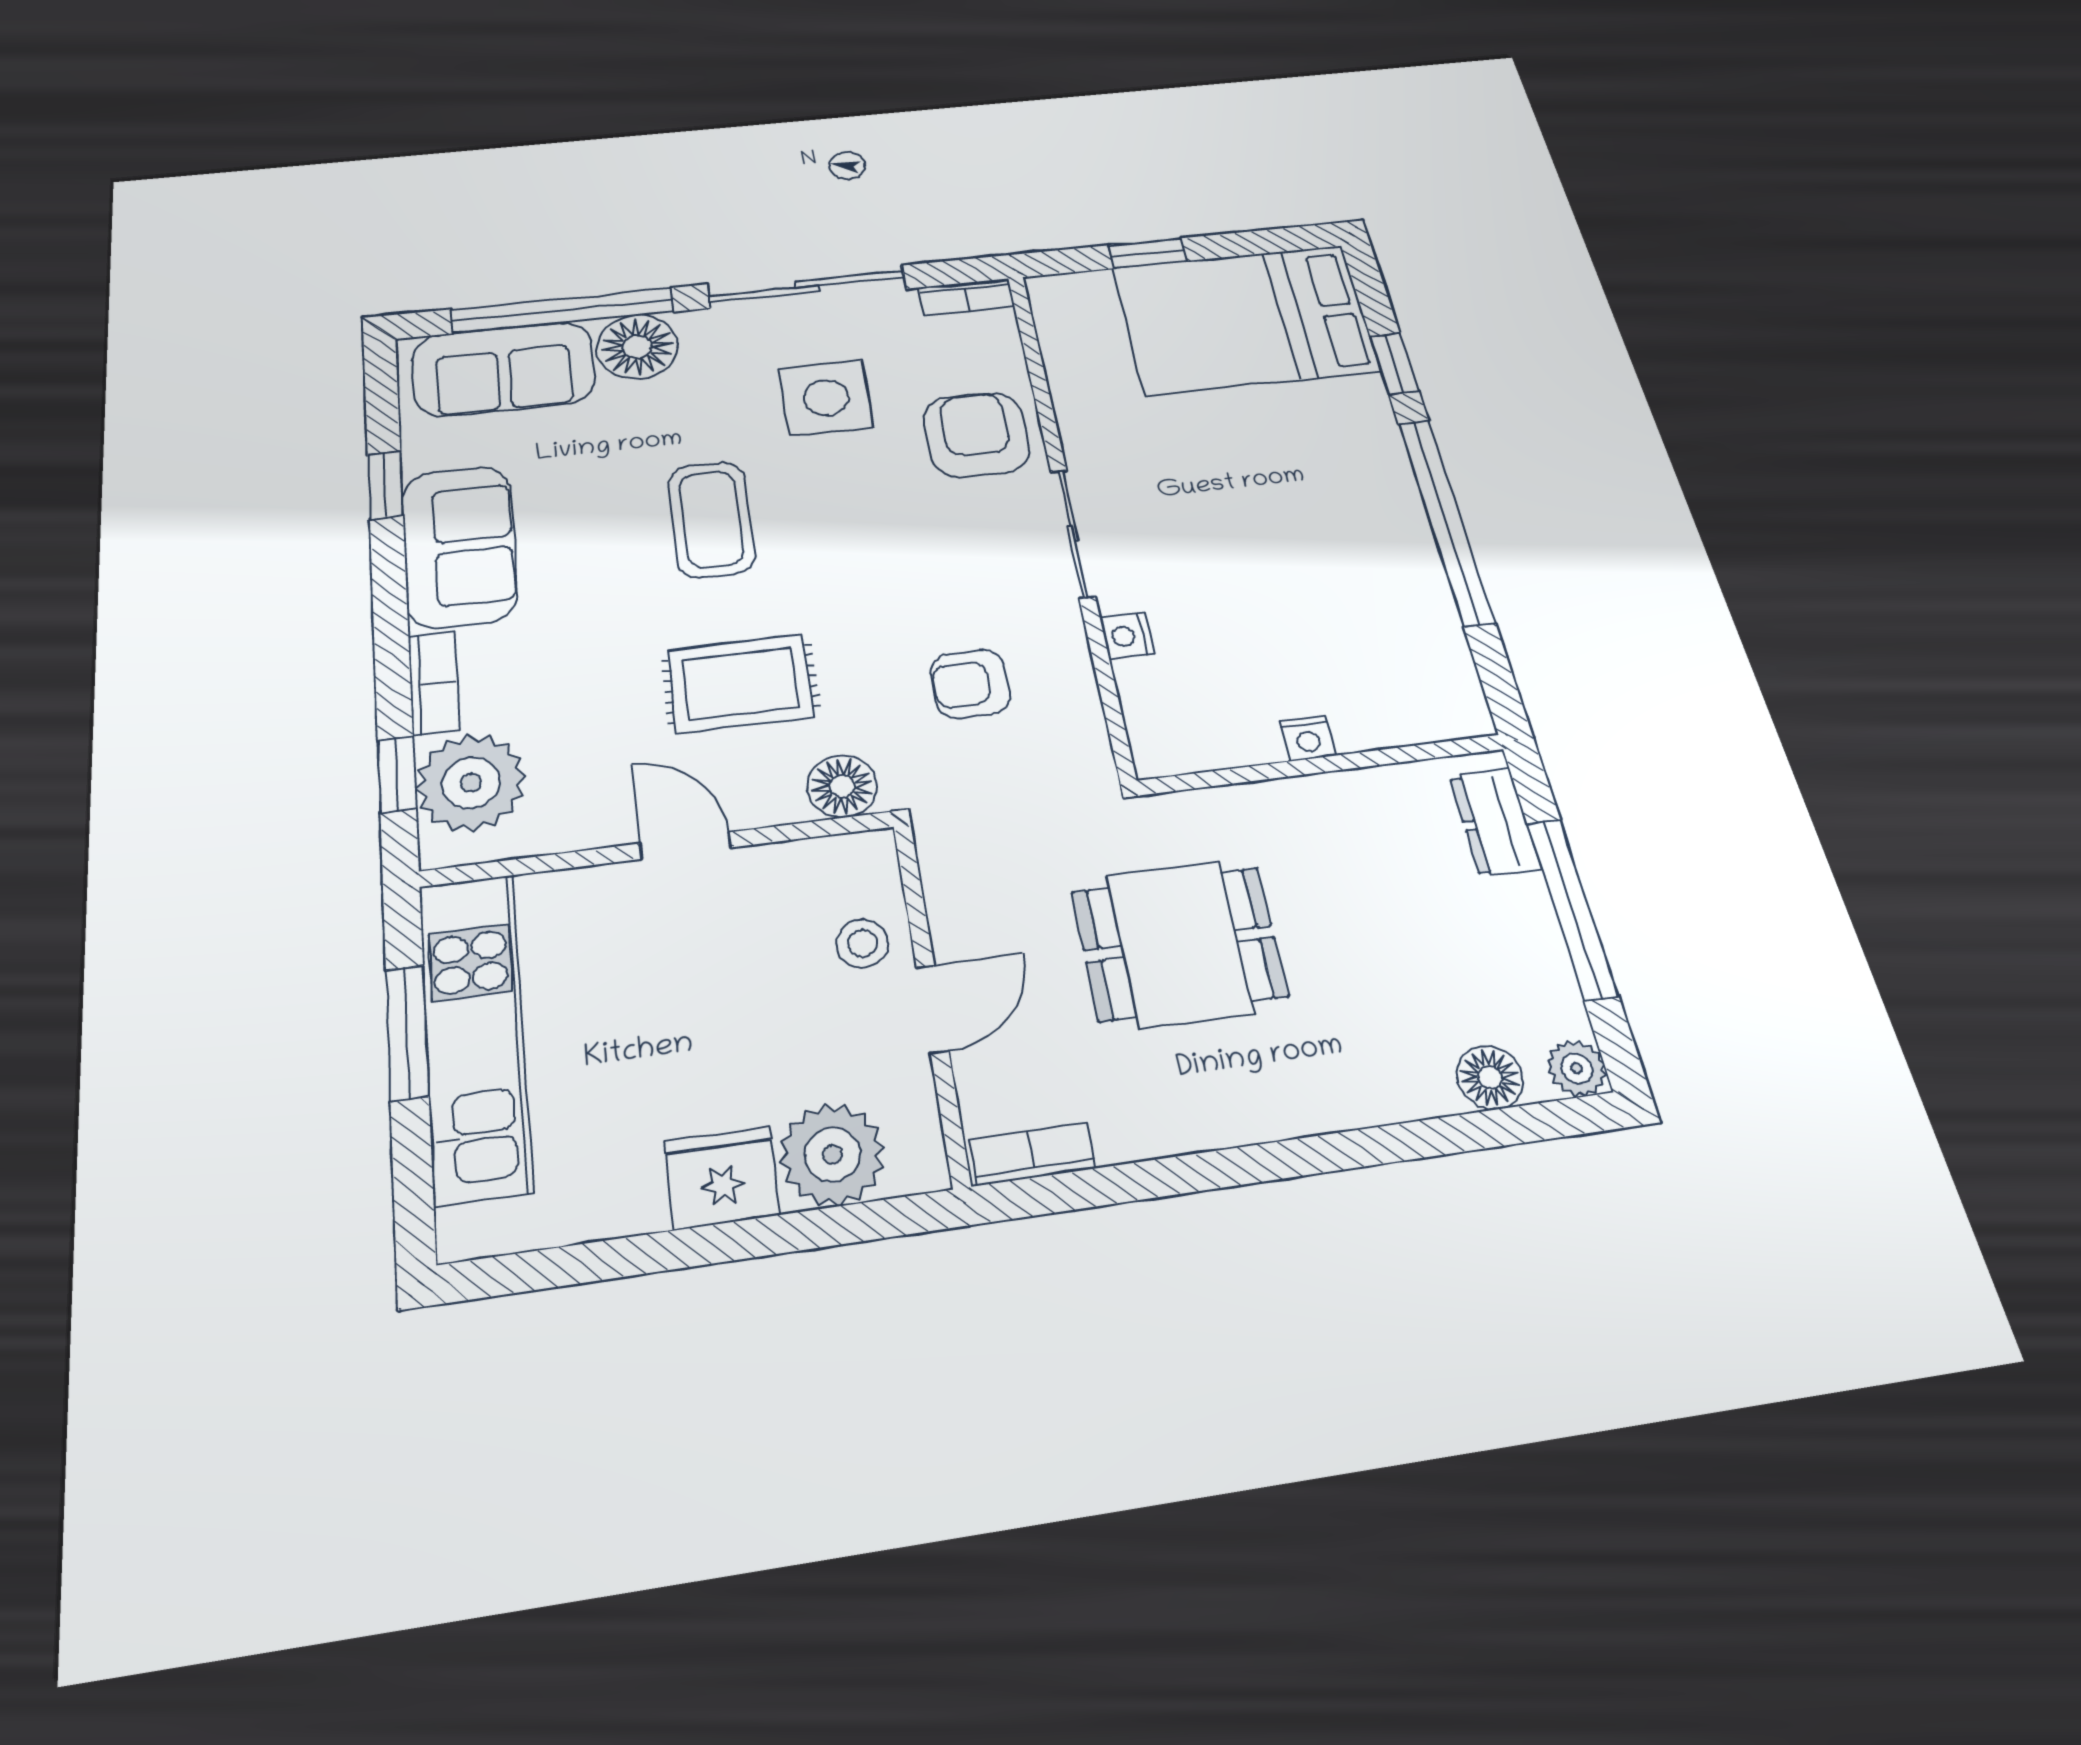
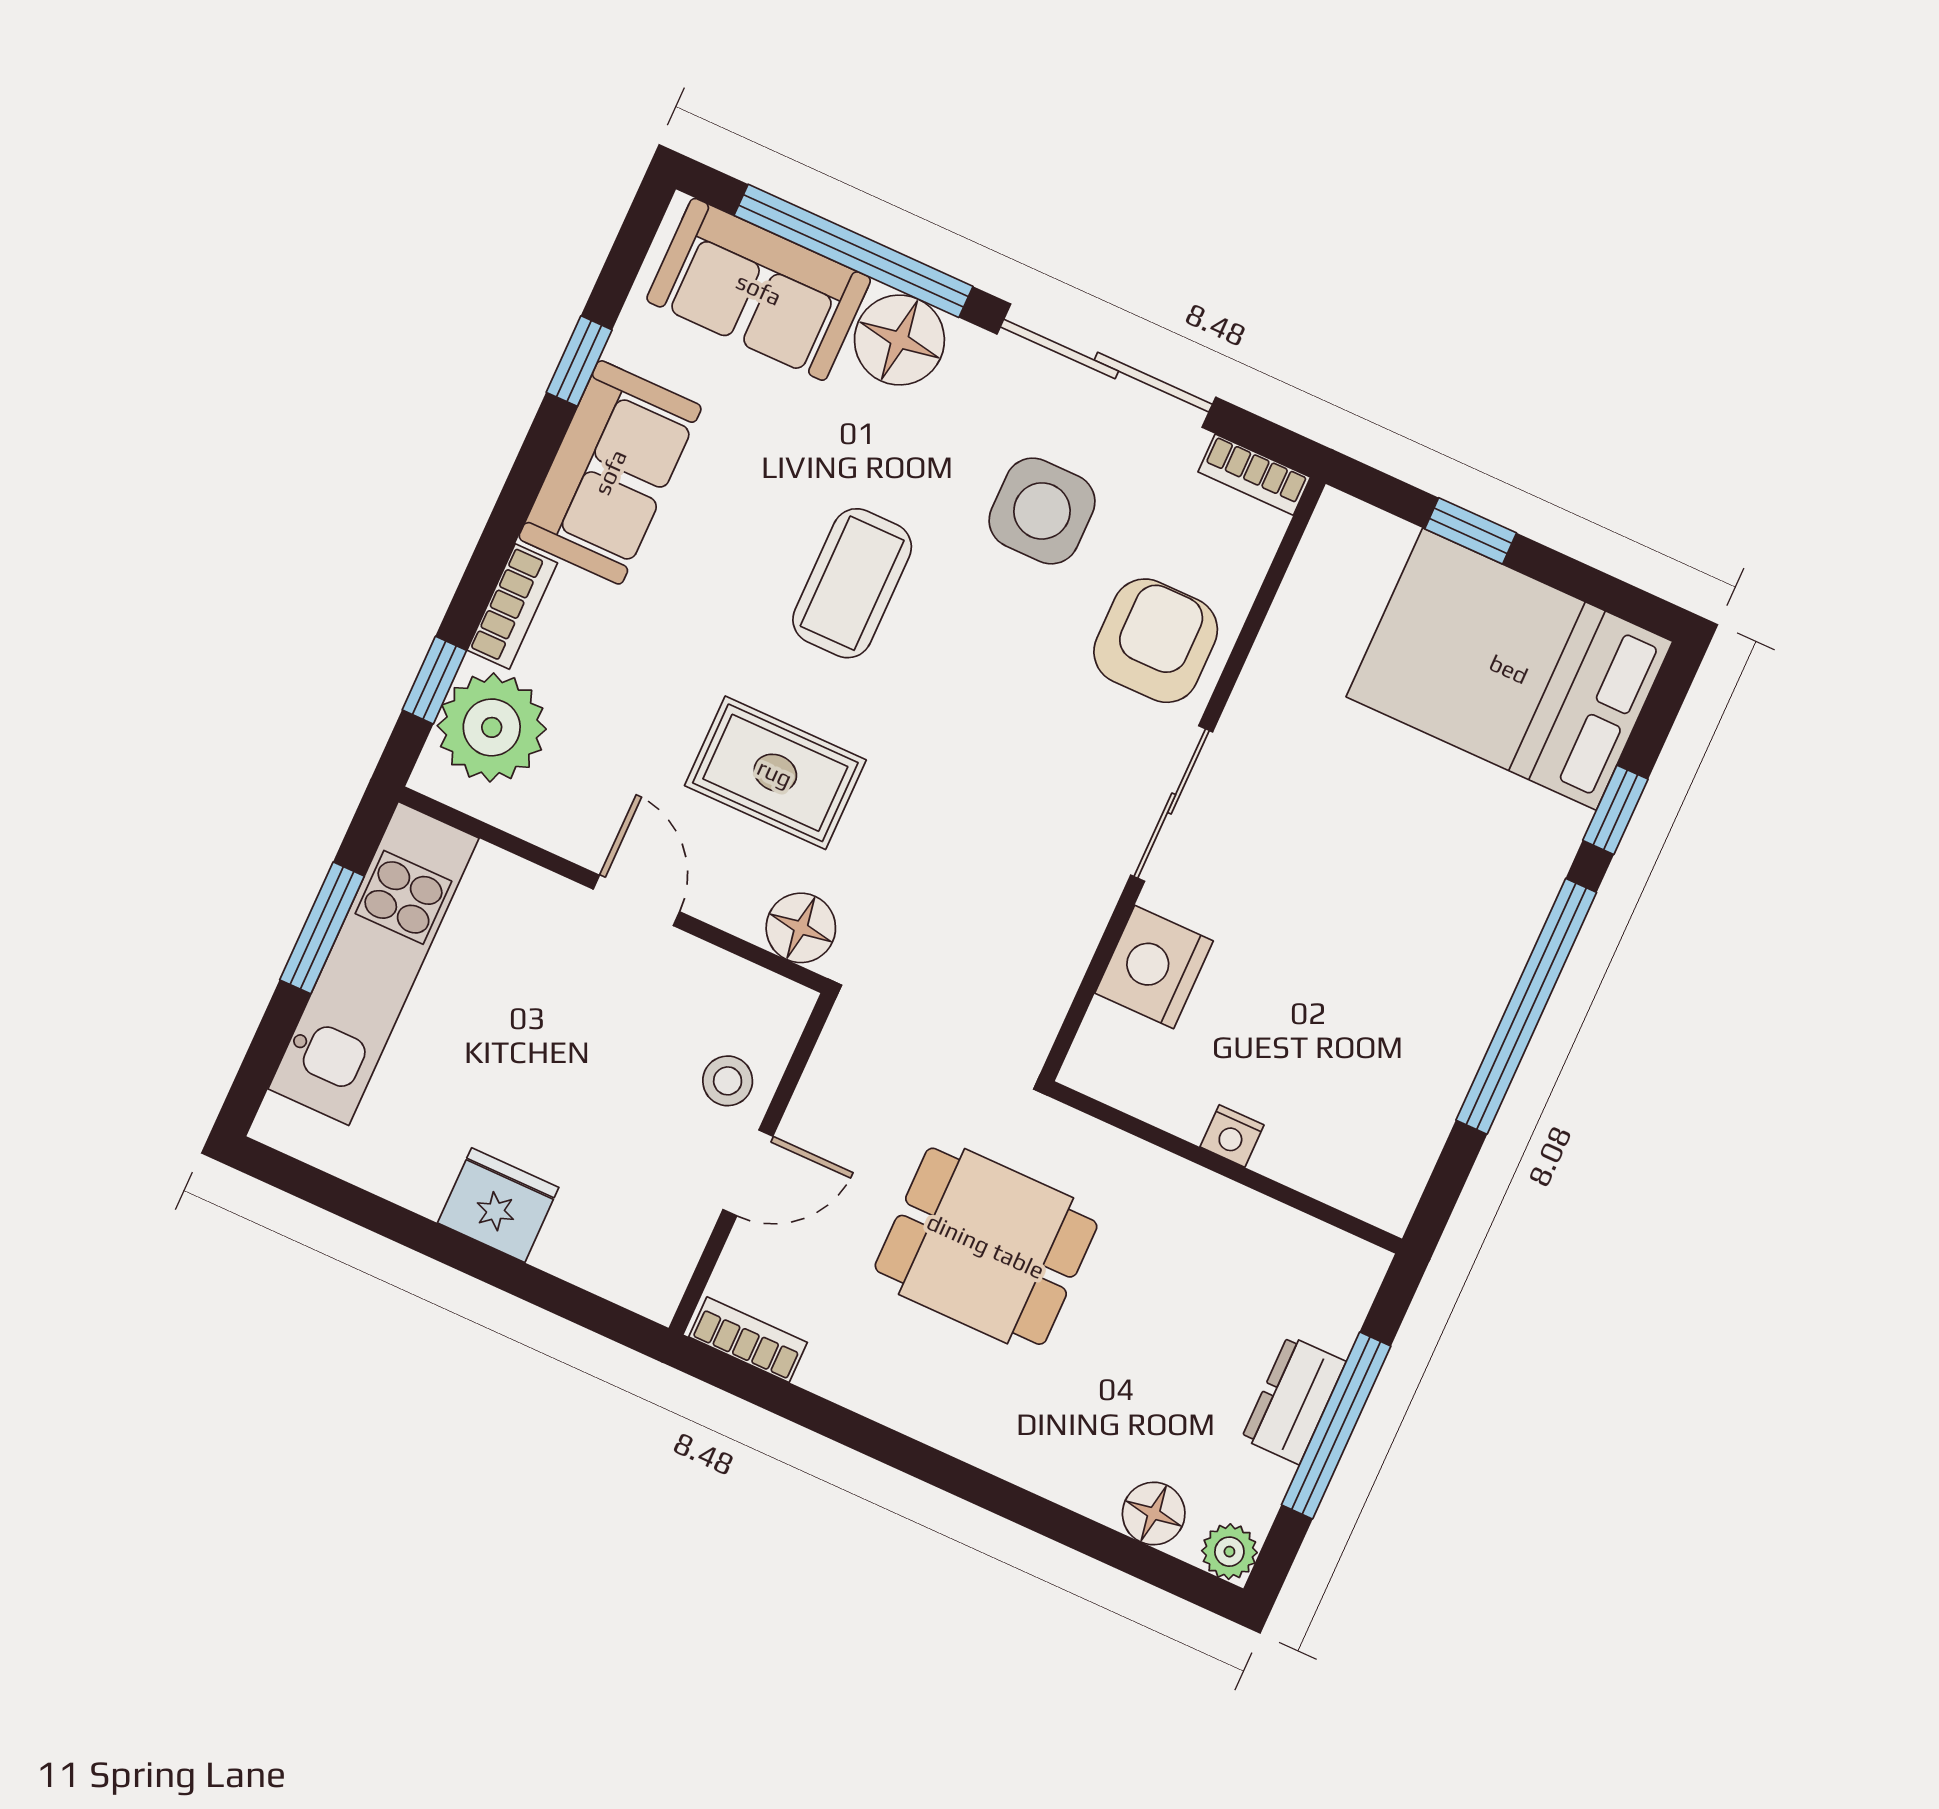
nightstand: (1127, 636) -> (1154, 967), width x1.89, depth x1.79
armchair: (970, 684) -> (975, 899), removed
dresser: (1495, 822) -> (1294, 1400), moved
plant: (832, 1154) -> (594, 1241), removed

